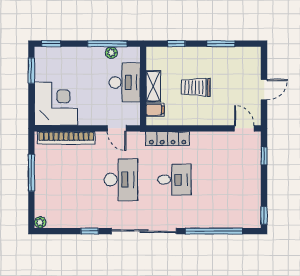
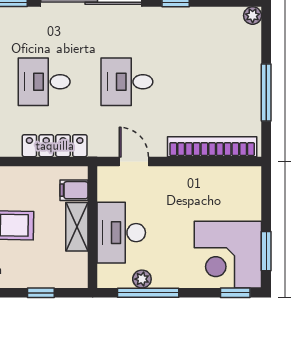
corner desk: (56, 104) -> (228, 255), moved
desk: (121, 180) -> (127, 82), width x0.73

